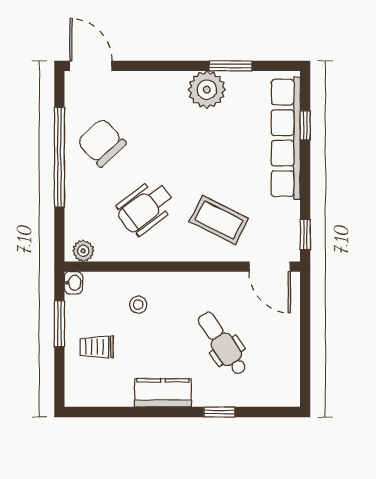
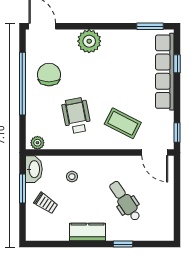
window: (231, 66) -> (150, 26), moved
plant: (207, 90) -> (89, 41), moved
chair: (102, 143) -> (49, 75), turned 43
wheelchair: (145, 208) -> (76, 116), turned 116
washbasin: (73, 283) -> (34, 169), width x1.91, depth x1.45
trolley: (97, 347) -> (46, 203), turned -146

